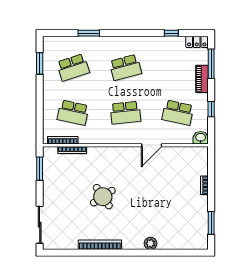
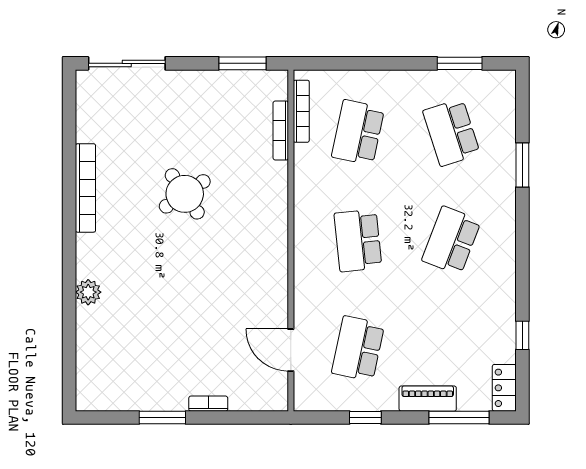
school desk: (125, 67) -> (451, 240), turned 36
washbasin: (201, 138) -> (306, 396), removed
door: (152, 145) -> (291, 350), moved
window: (211, 223) -> (162, 418), moved

